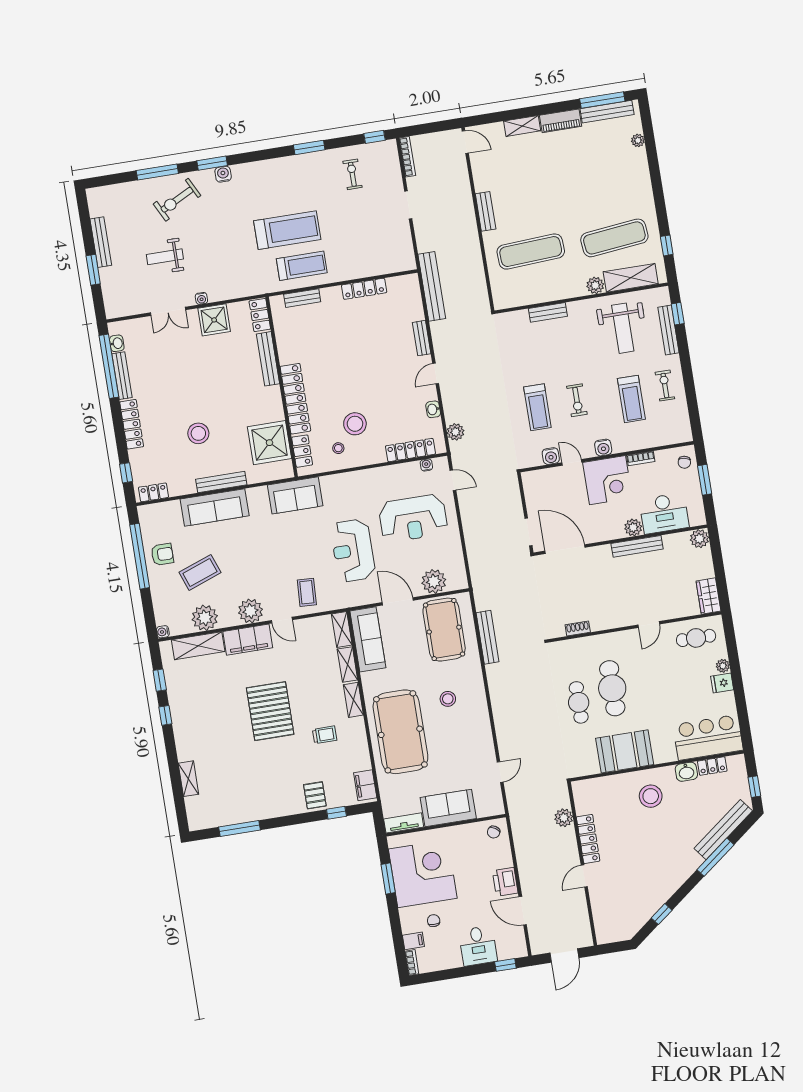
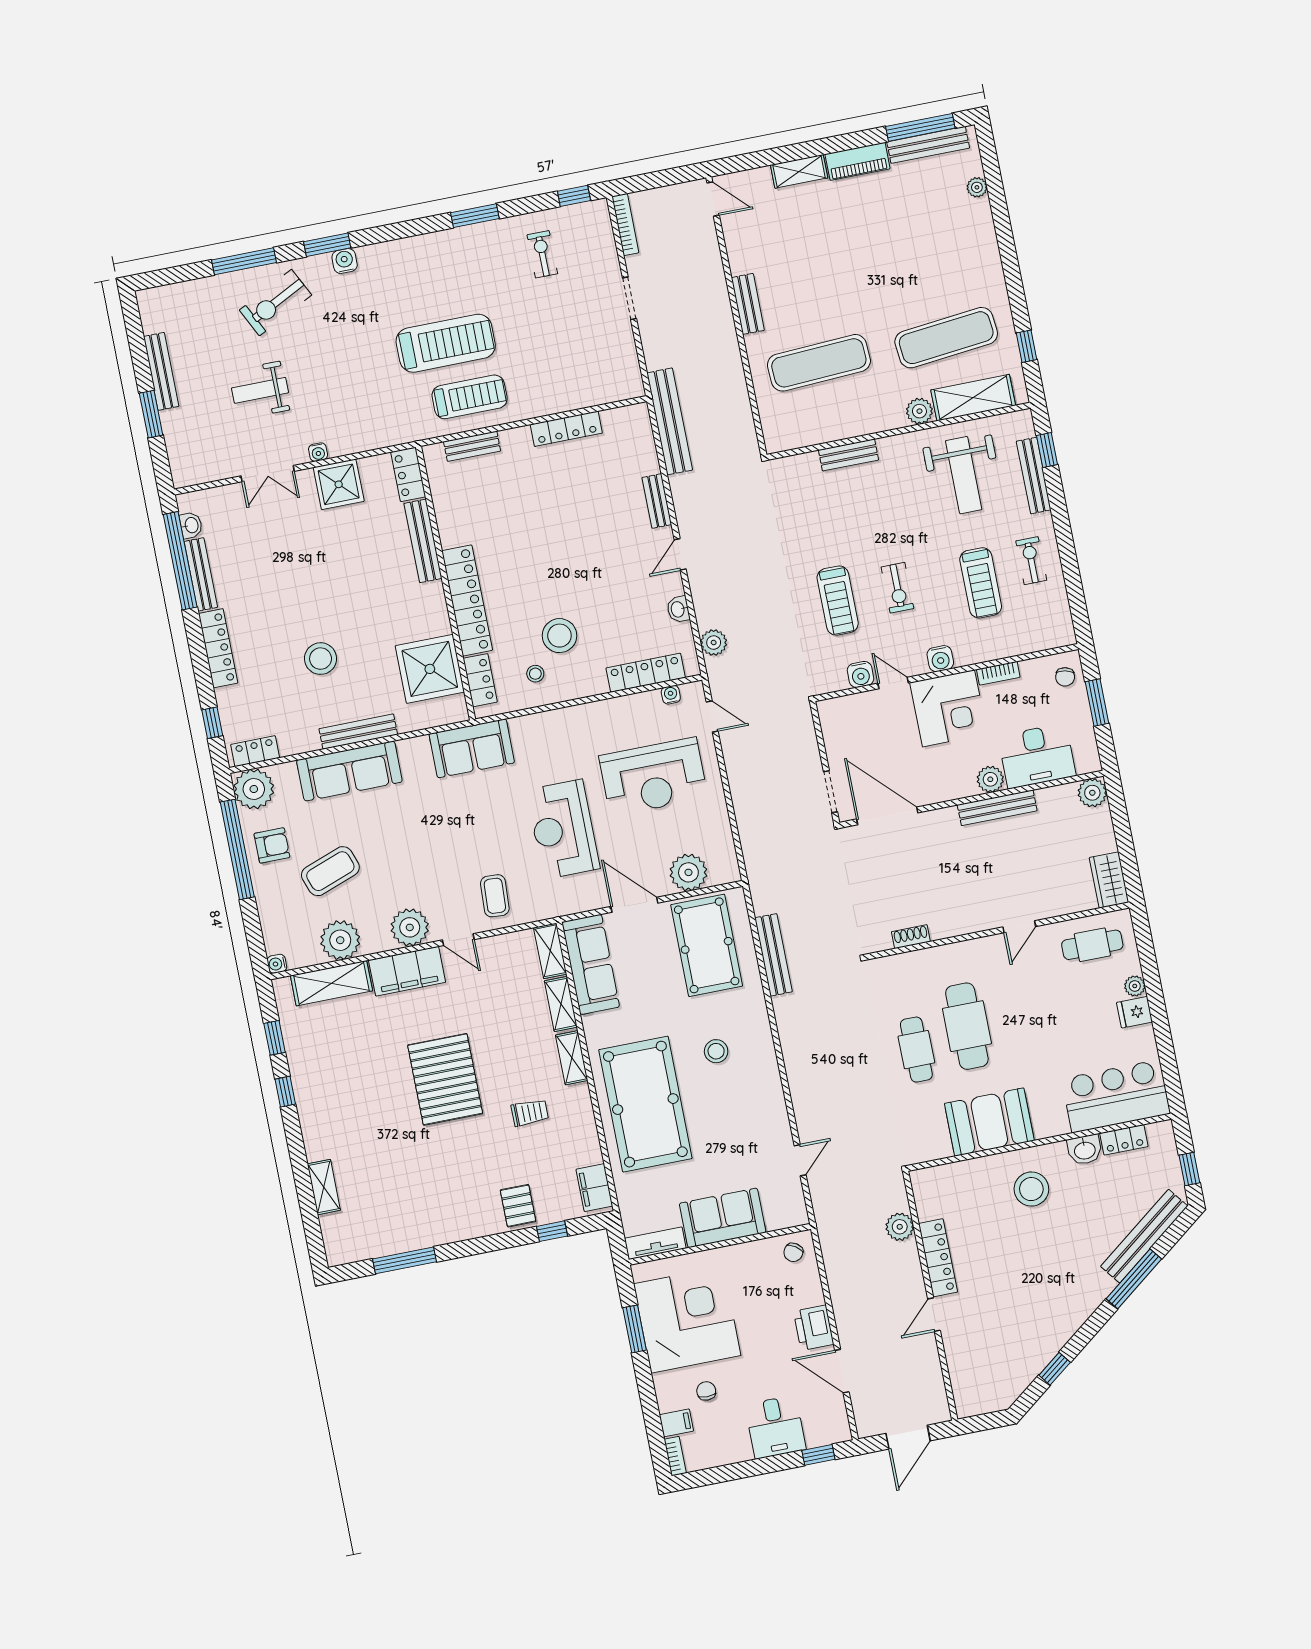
plant: (152, 517) -> (254, 789), added

